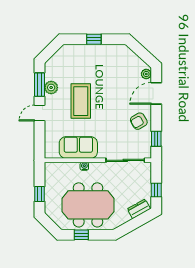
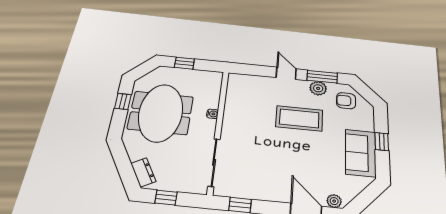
armchair: (139, 121) -> (346, 101), moved, turned -60
sofa: (78, 148) -> (361, 153), moved, turned 180

